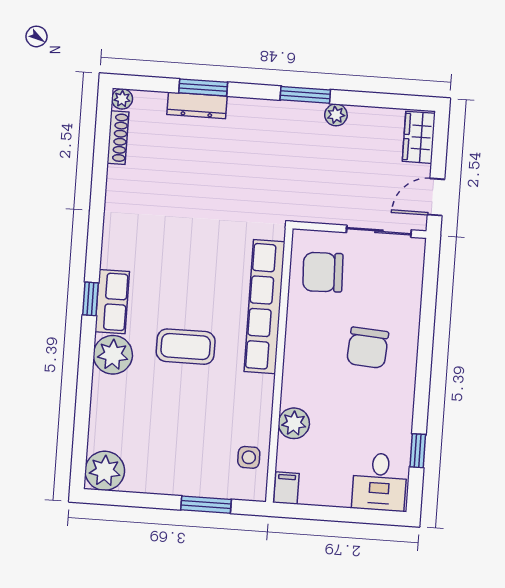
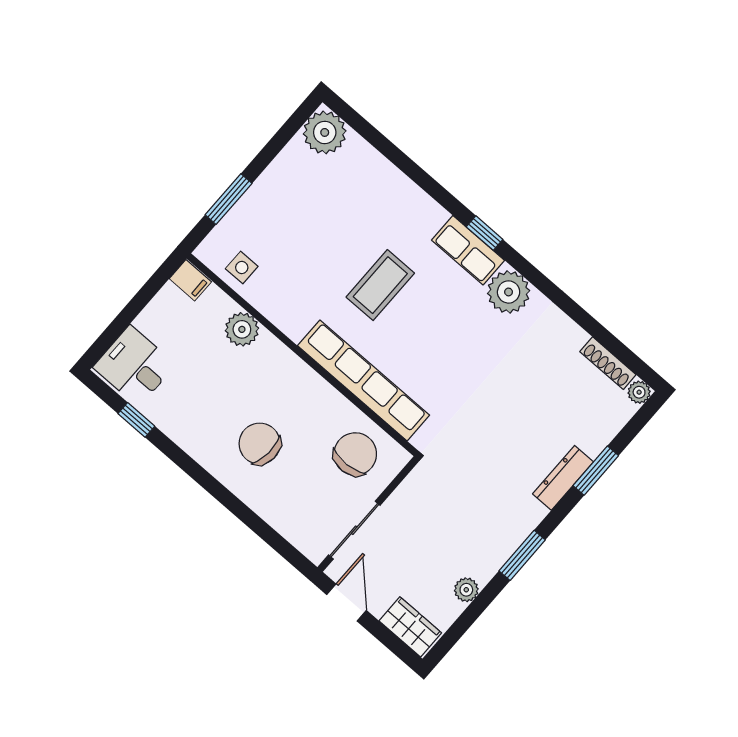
dresser: (197, 105) -> (563, 478), moved
plant: (336, 115) -> (466, 590), moved
plant: (113, 355) -> (509, 292), moved

